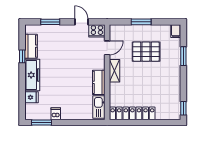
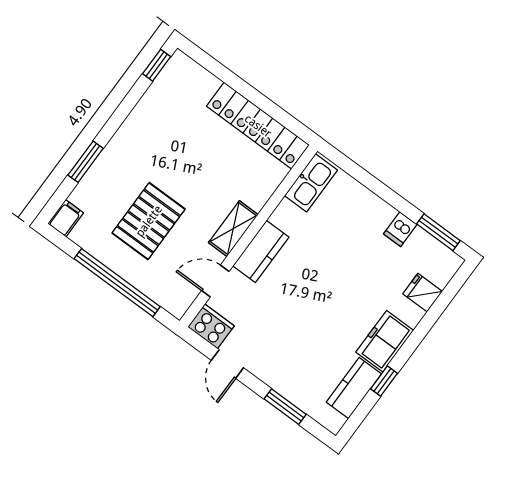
window: (141, 22) -> (117, 283), width x2.11
pallet: (146, 52) -> (149, 221), turned 90
freezer: (32, 75) -> (385, 341), width x0.71
kitchen counter: (99, 82) -> (261, 251), moved

